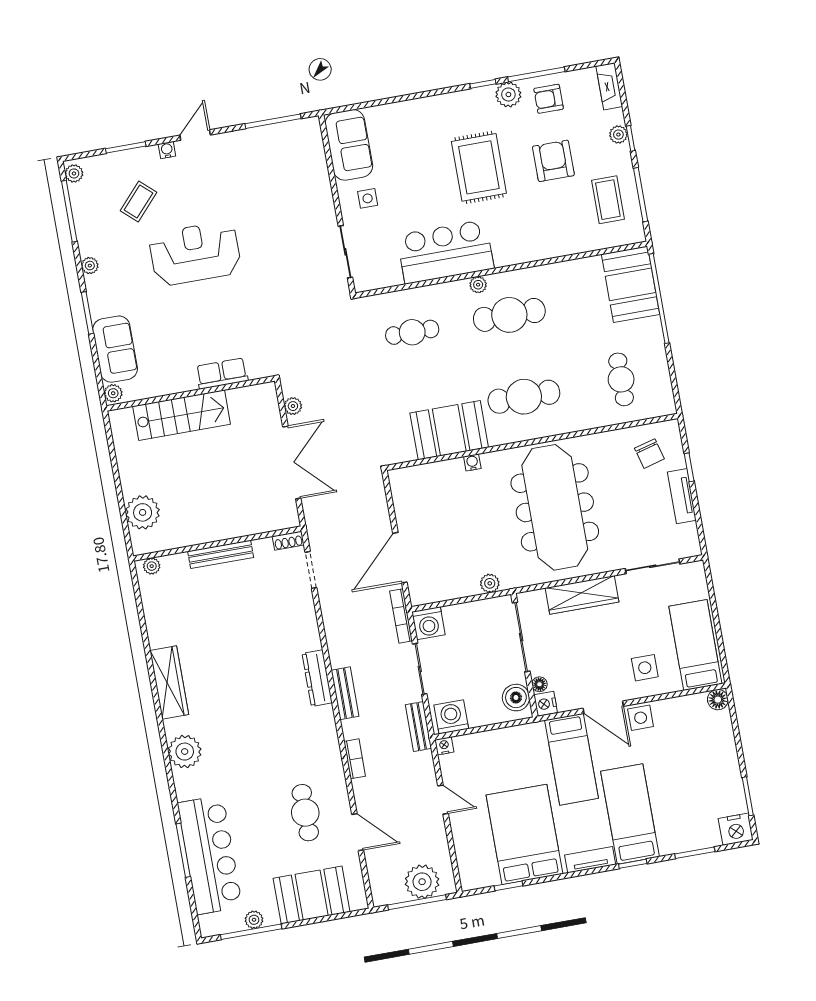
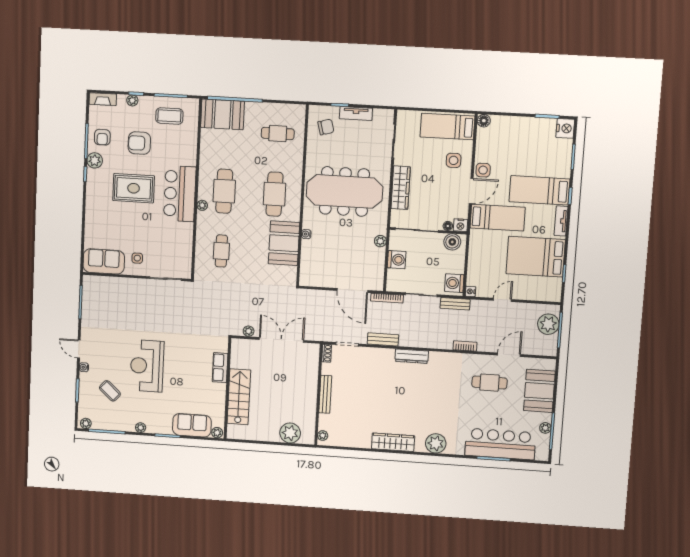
bar counter: (445, 252) -> (180, 194), moved
washing machine: (428, 623) -> (397, 260), moved
bench: (345, 693) -> (383, 339), moved

